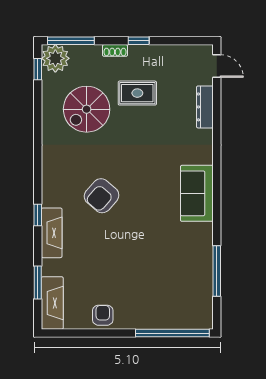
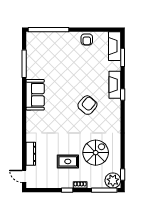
sofa: (197, 193) -> (35, 95), moved

